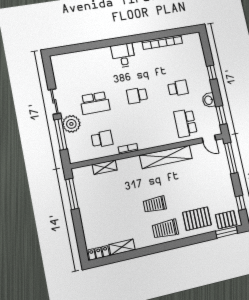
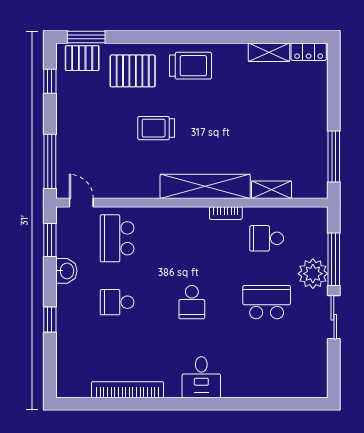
school desk: (137, 95) -> (192, 302), turned 90
school desk: (185, 123) -> (117, 238), turned 180
shelving: (166, 157) -> (205, 186), moved
trolley: (155, 204) -> (156, 128), moved, turned 180

